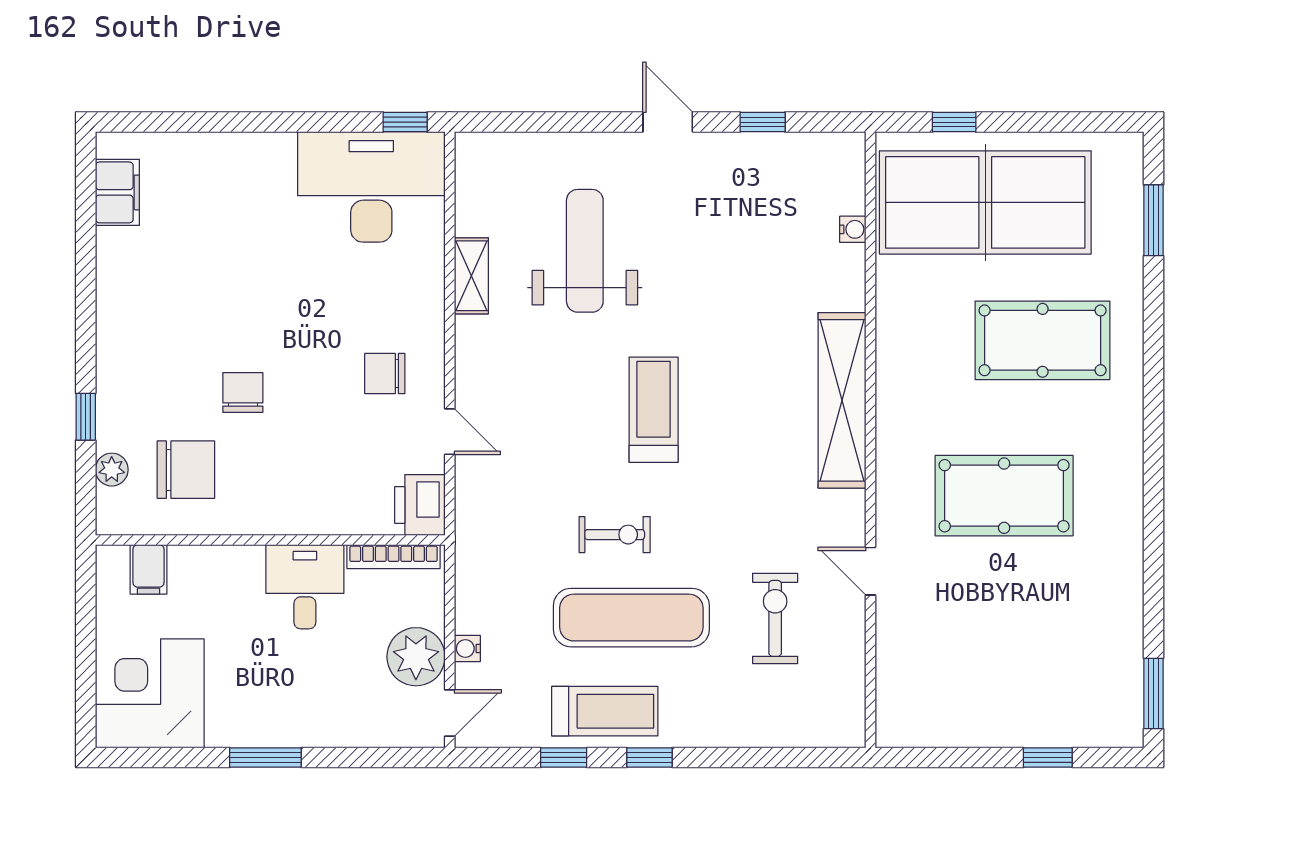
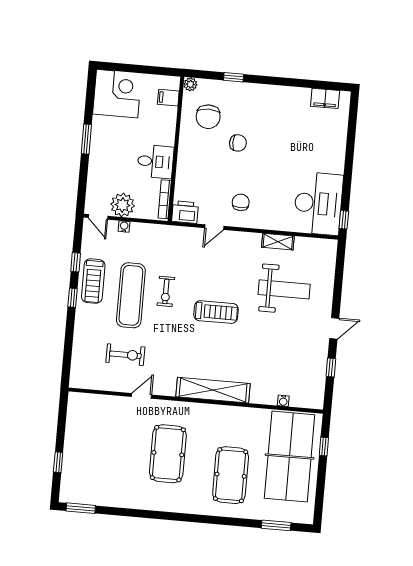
plant: (112, 470) -> (190, 84), moved

